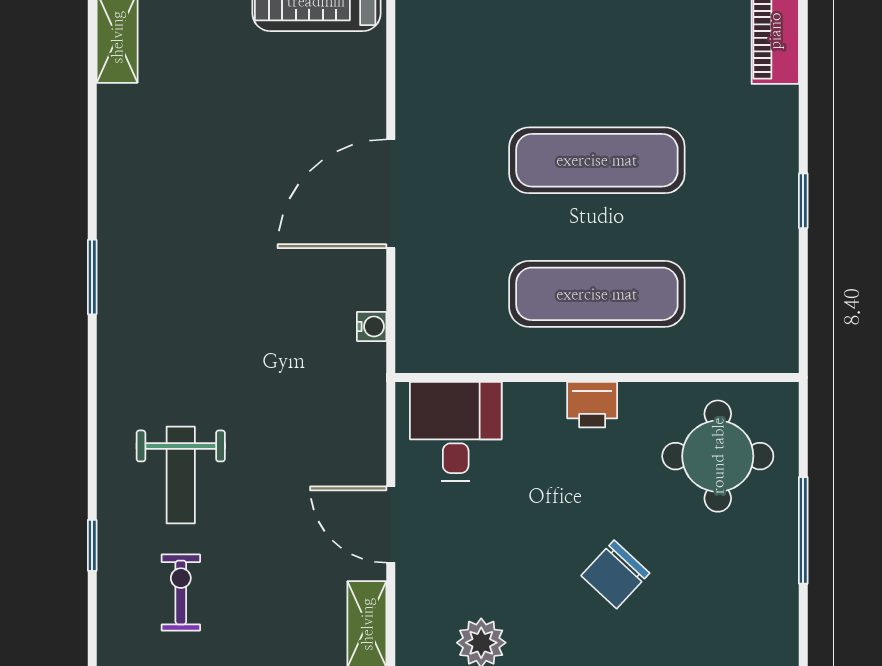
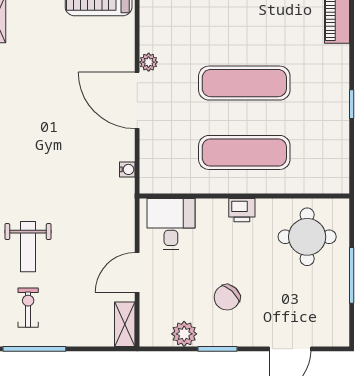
plant: (413, 120) -> (149, 62), added
door: (391, 194) -> (137, 100), hinge flipped
door: (391, 525) -> (137, 272), hinge flipped
chair: (615, 574) -> (227, 297), moved

